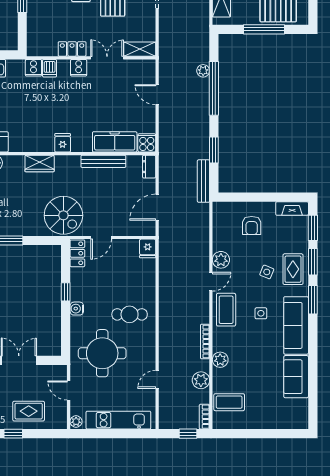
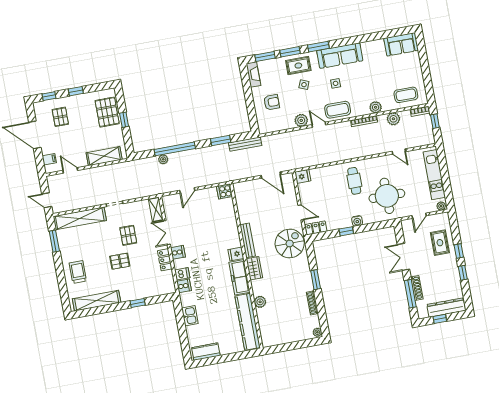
window: (264, 29) -> (124, 120), width x0.46
freezer: (115, 142) -> (239, 277), moved
bench: (103, 161) -> (248, 240), moved
dresser: (149, 167) -> (242, 186), removed
sofa: (296, 377) -> (401, 44), moved
coffee table: (229, 402) -> (406, 95), turned 90

